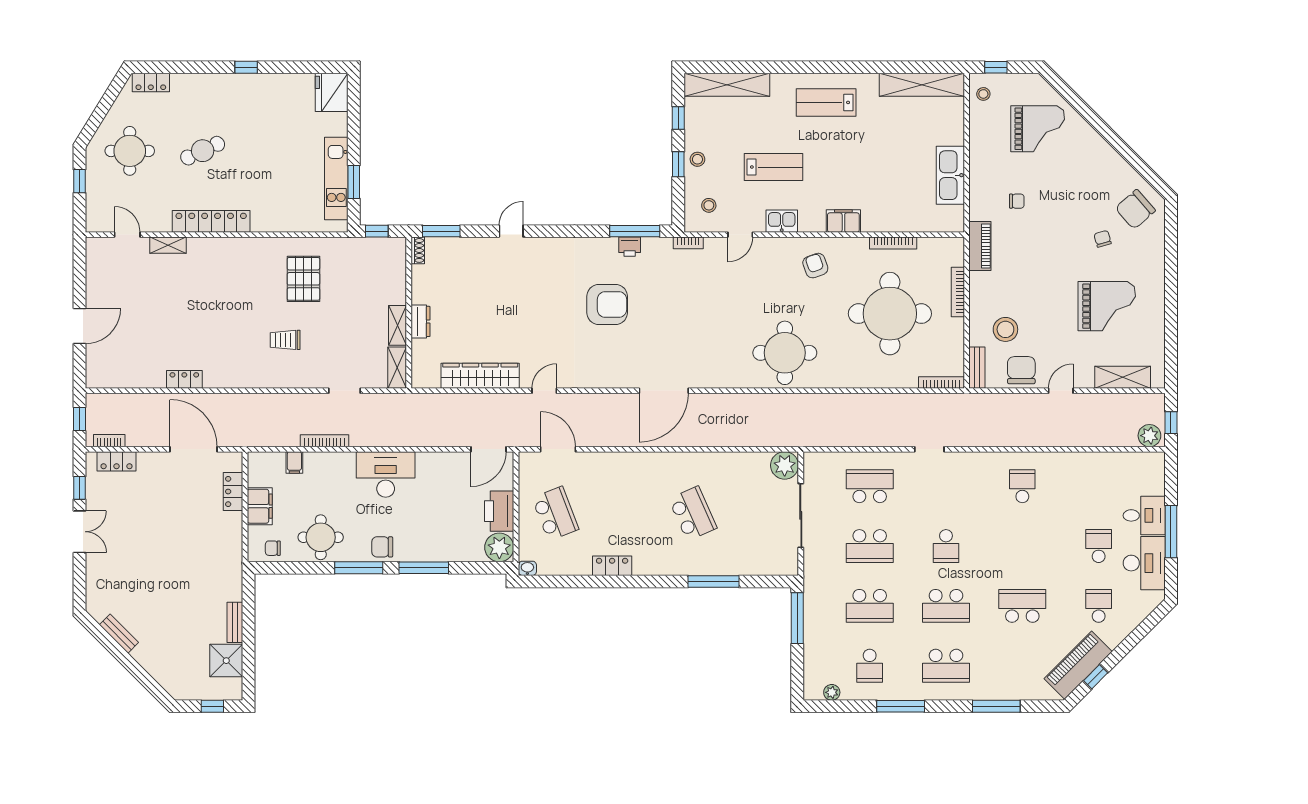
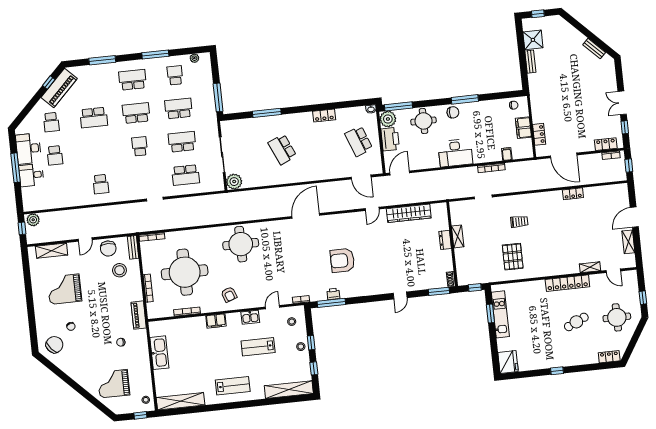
shelving: (397, 368) -> (628, 242), moved
round table: (321, 537) -> (423, 121), moved
window: (424, 568) -> (398, 106), moved

